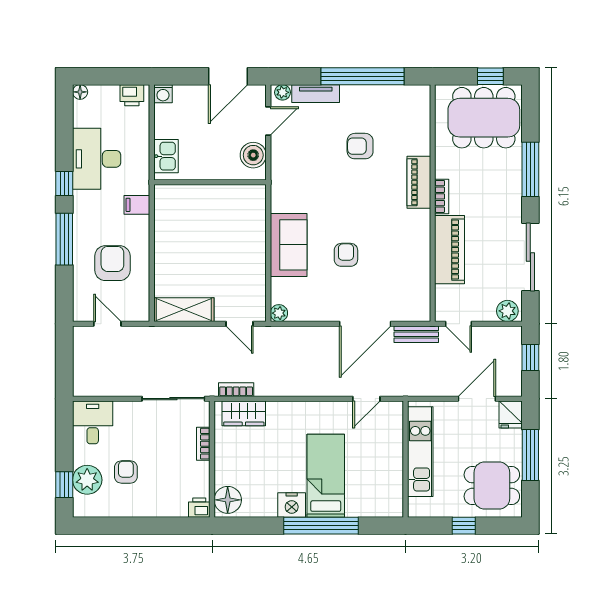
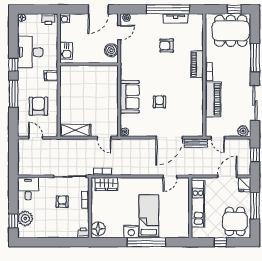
tv unit: (316, 94) -> (176, 18), moved
armchair: (126, 472) -> (62, 202), moved
dining table: (492, 486) -> (235, 221), turned 90

